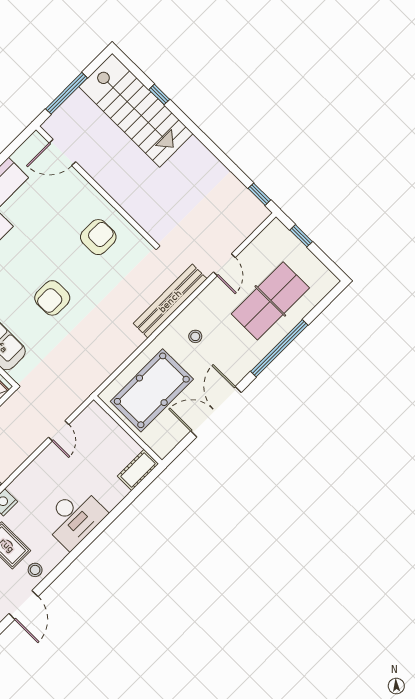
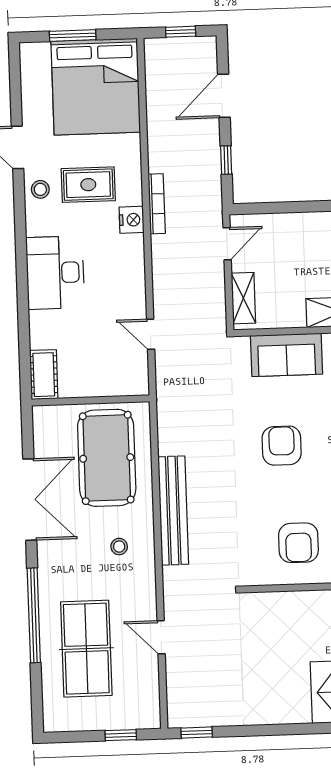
bench: (170, 301) -> (173, 511), moved

